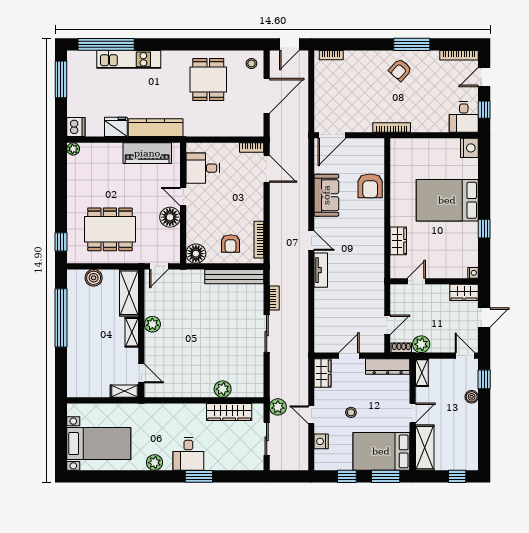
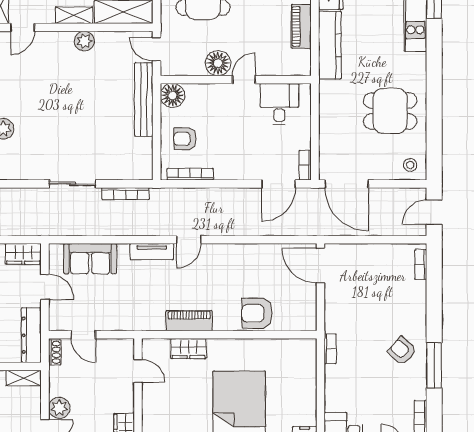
door: (289, 44) -> (434, 212), hinge flipped
door: (267, 96) -> (347, 184), moved
bookcase: (392, 127) -> (330, 349), width x0.64
piano: (147, 153) -> (301, 27), width x0.73, depth x0.75
sofa: (326, 195) -> (90, 259), moved
piano: (376, 240) -> (189, 321), added
bench: (234, 277) -> (144, 100), moved
bookcase: (274, 298) -> (125, 194), width x1.56
plant: (421, 344) -> (59, 408), moved

